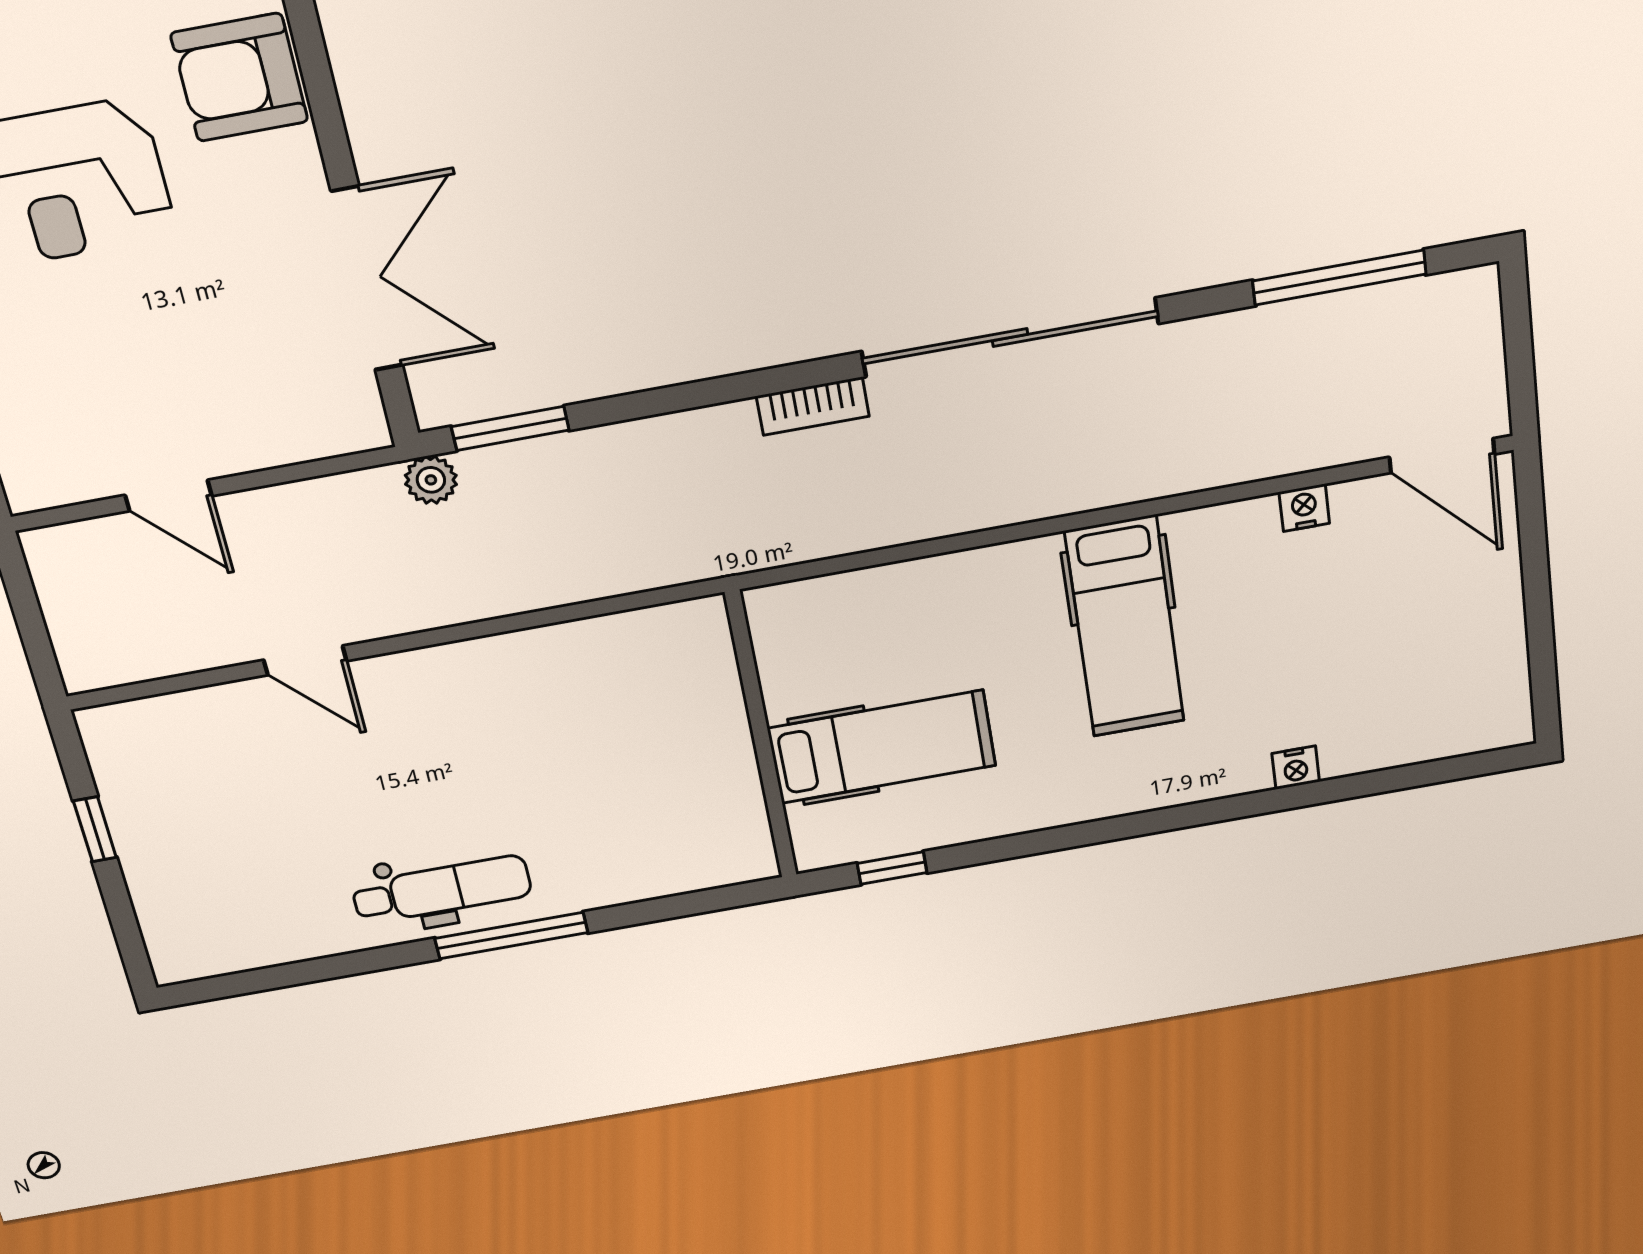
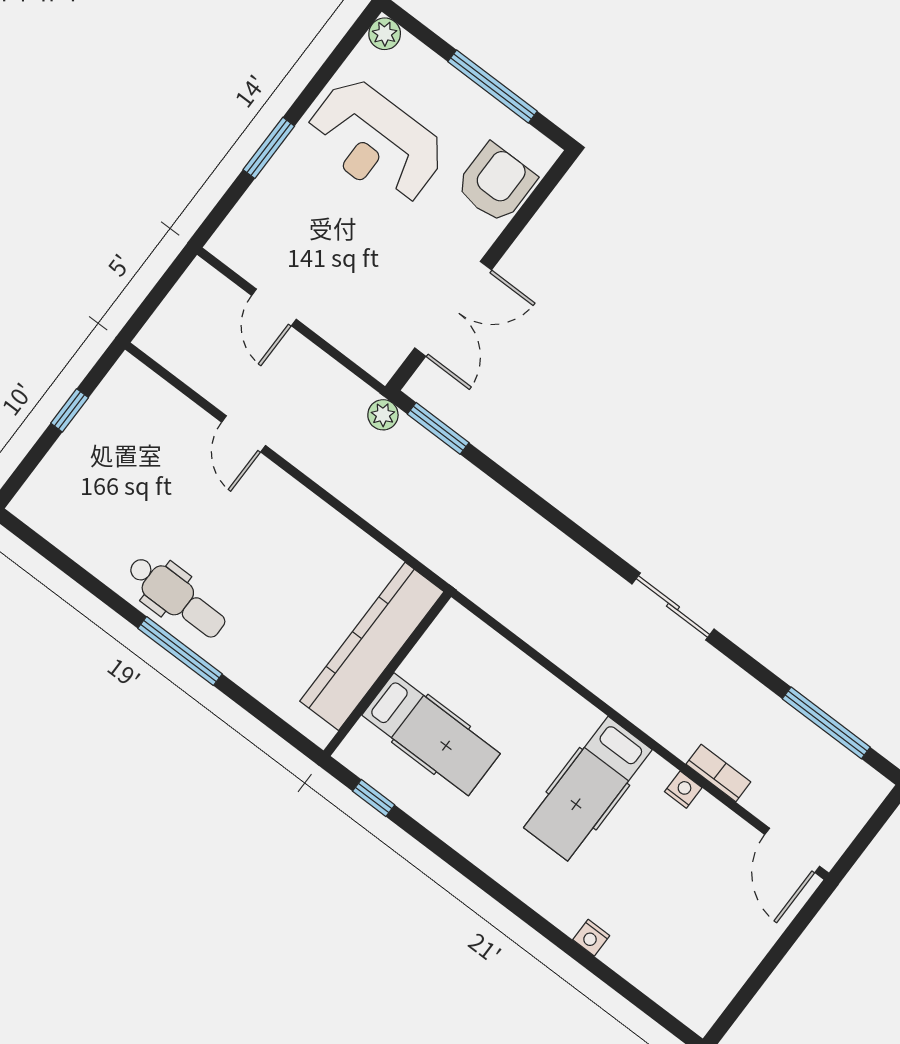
armchair: (239, 77) -> (496, 183), turned 90
sliding door: (1010, 337) -> (673, 607), width x0.54
bookcase: (813, 406) -> (718, 773), moved, turned 180
nightstand: (1304, 508) -> (683, 790), moved
kitchen counter: (711, 727) -> (372, 646), added

